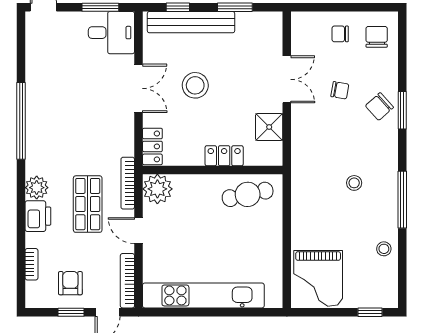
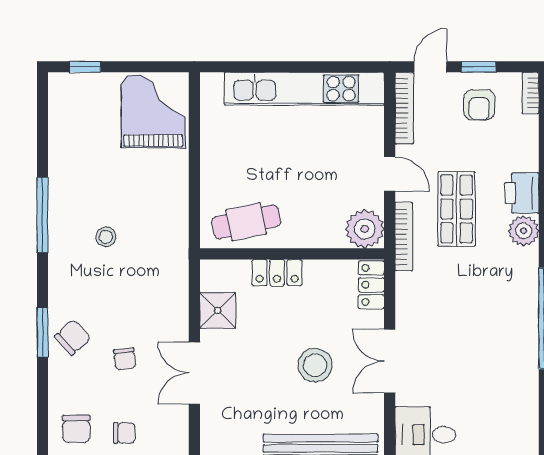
chair: (340, 90) -> (125, 359), turned -107
stool: (384, 249) -> (67, 150), removed
bookcase: (31, 264) -> (530, 93), moved

